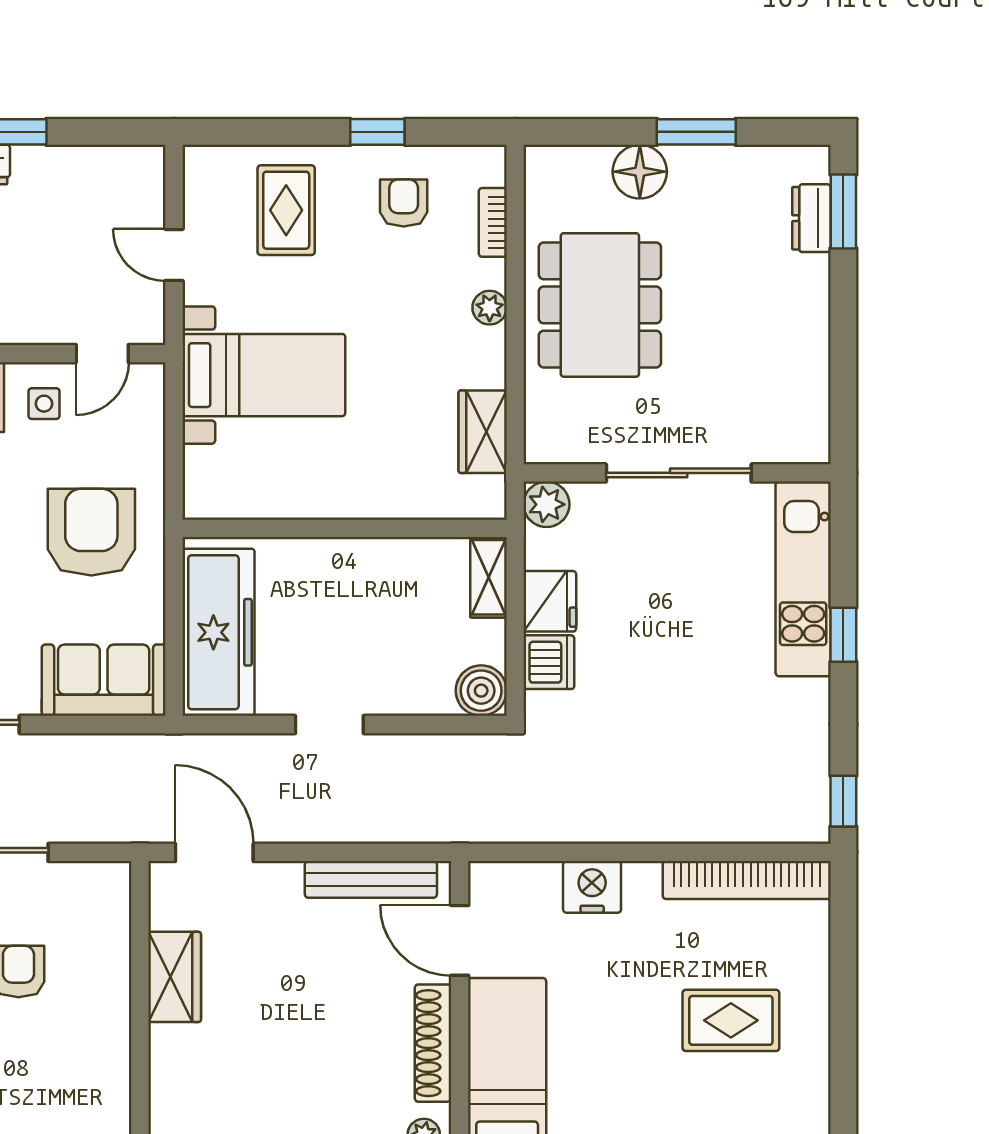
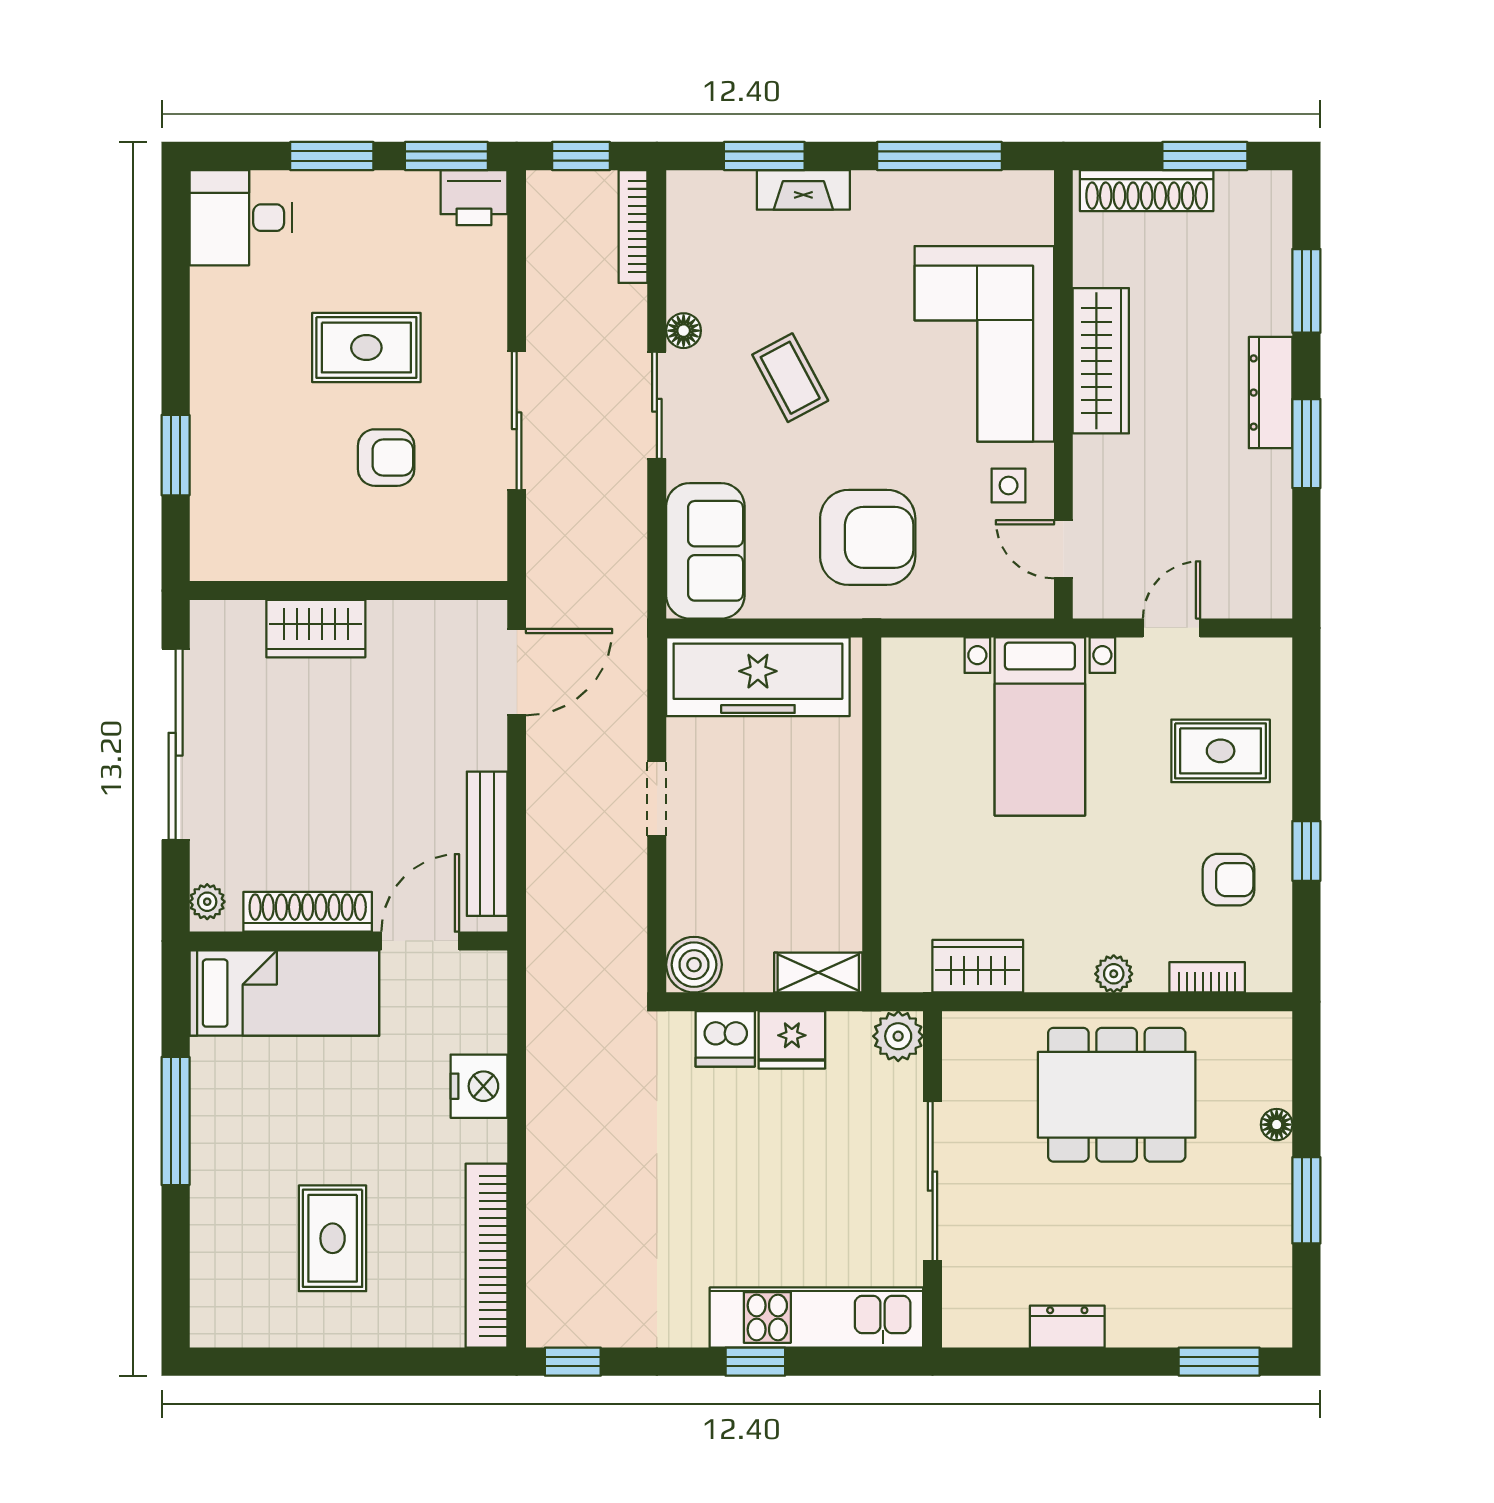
floor lamp: (640, 172) -> (1277, 1125), width x0.53, depth x0.53
dresser: (811, 218) -> (1067, 1327), moved
wardrobe: (175, 977) -> (316, 629), moved

